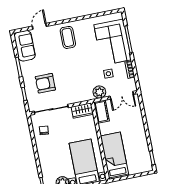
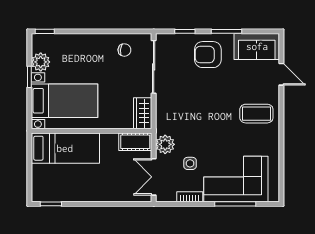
armchair: (45, 83) -> (208, 55), moved, turned -90

